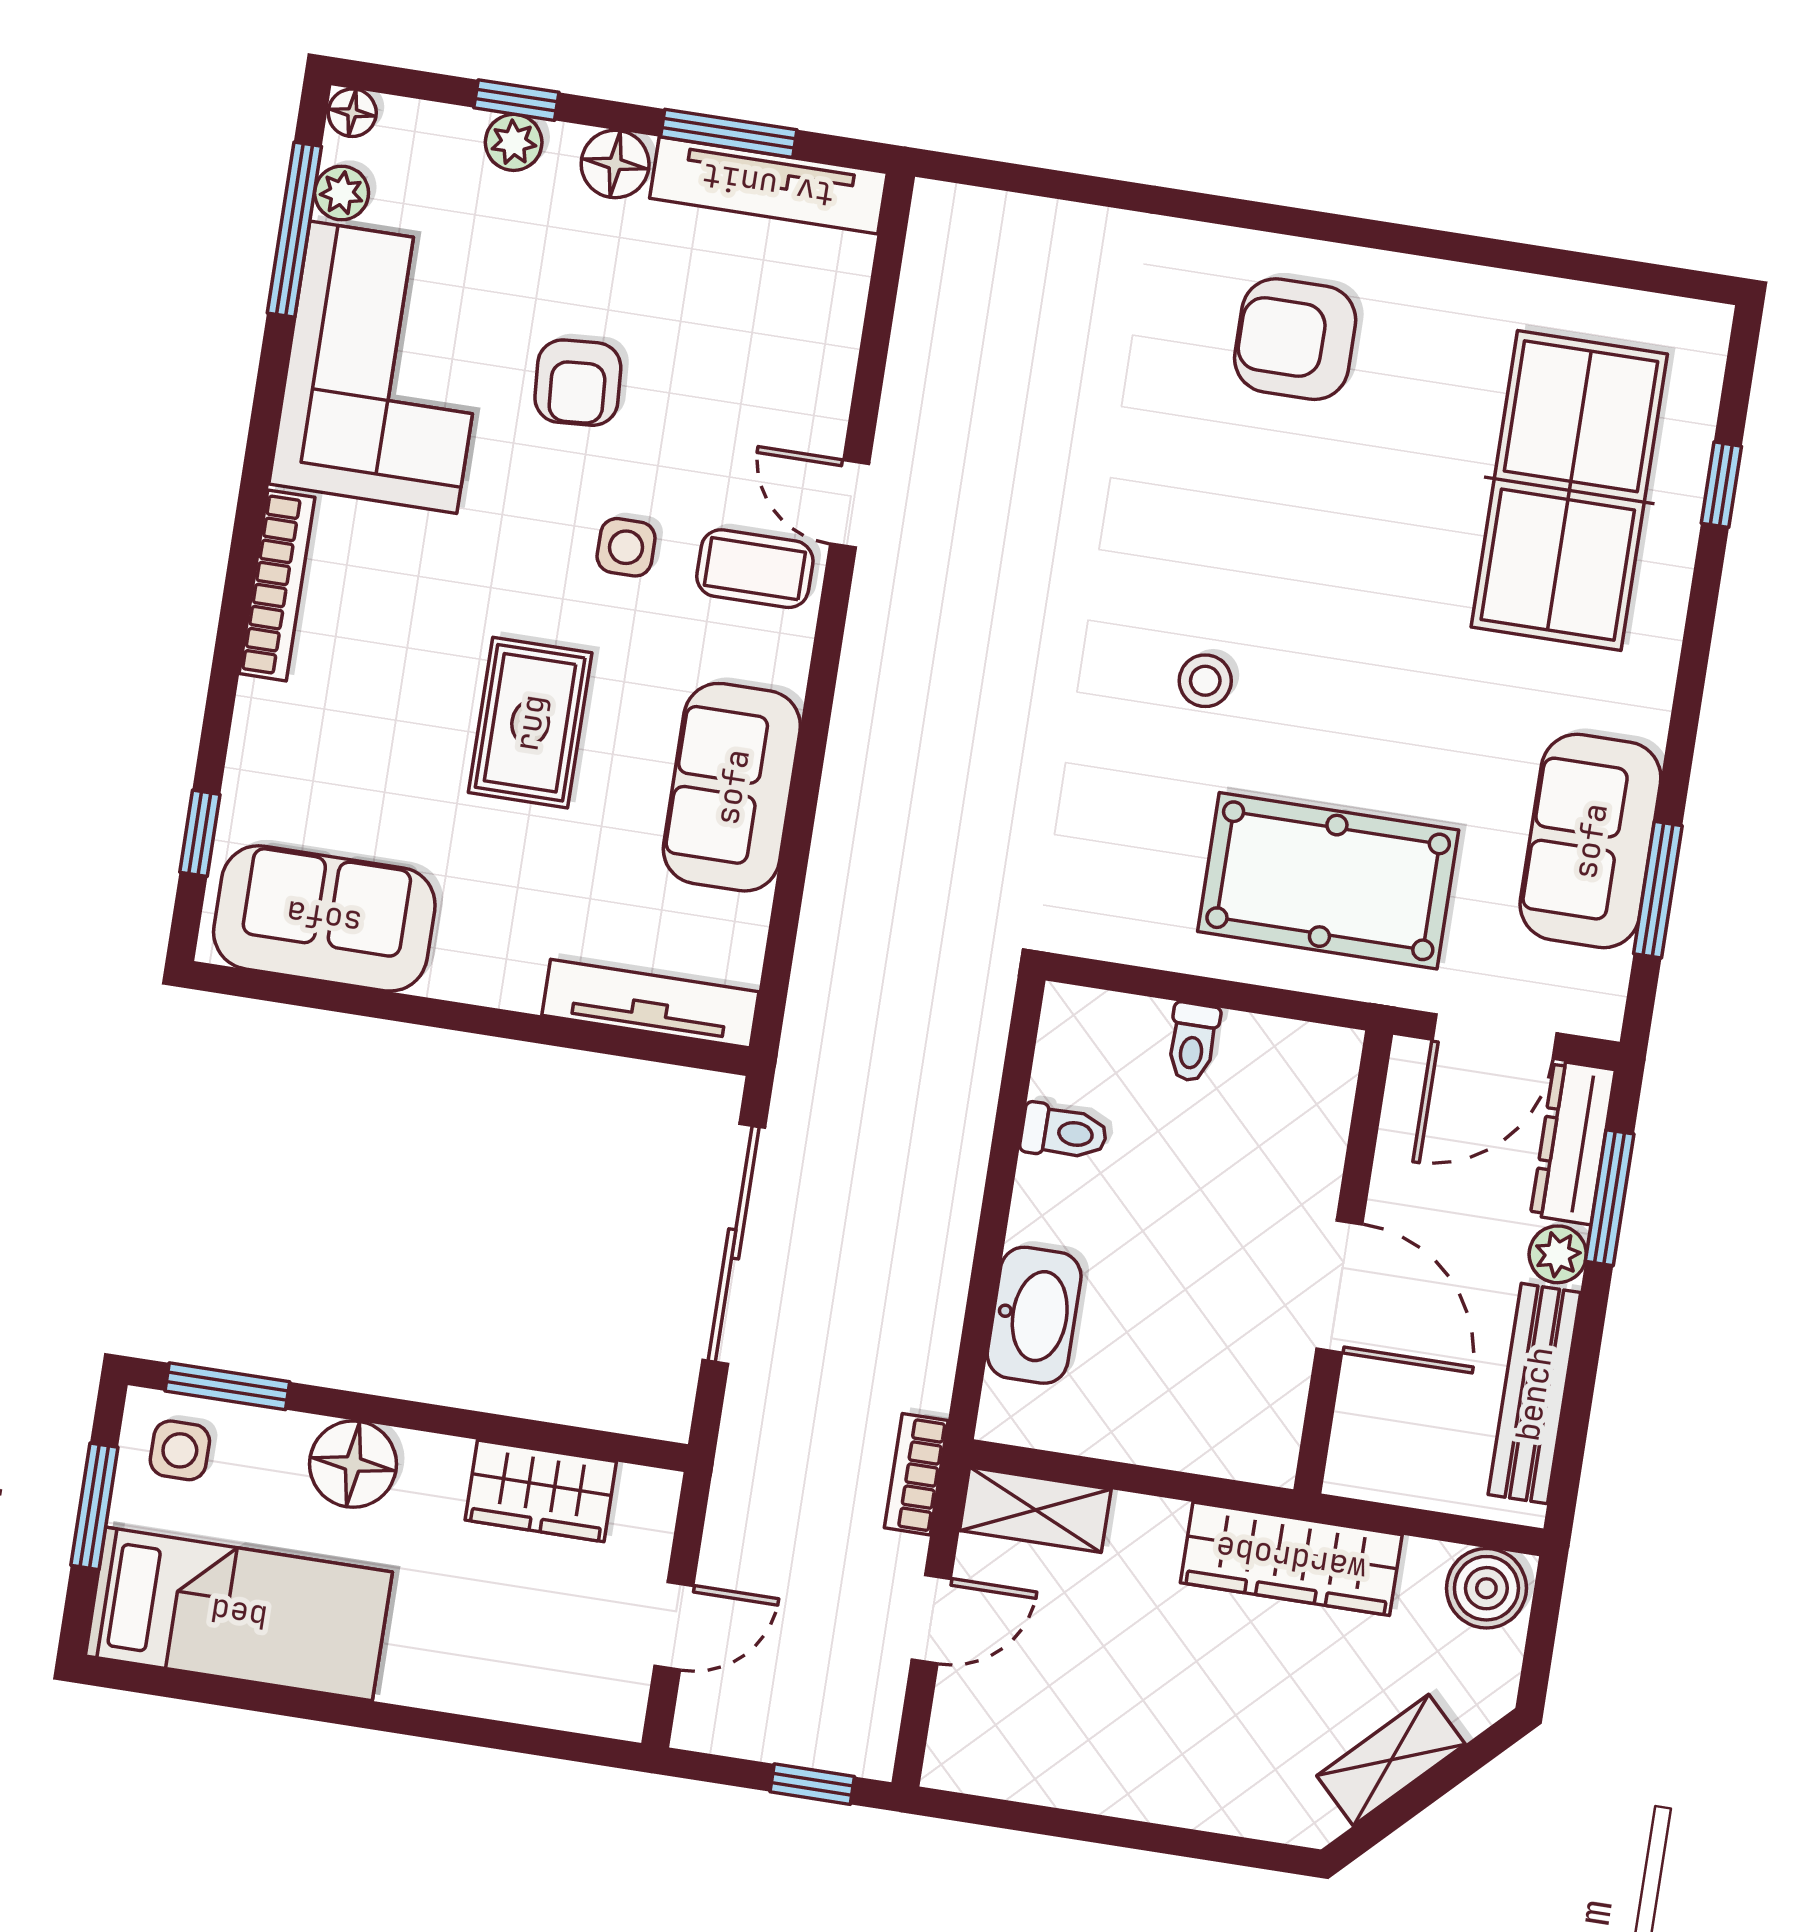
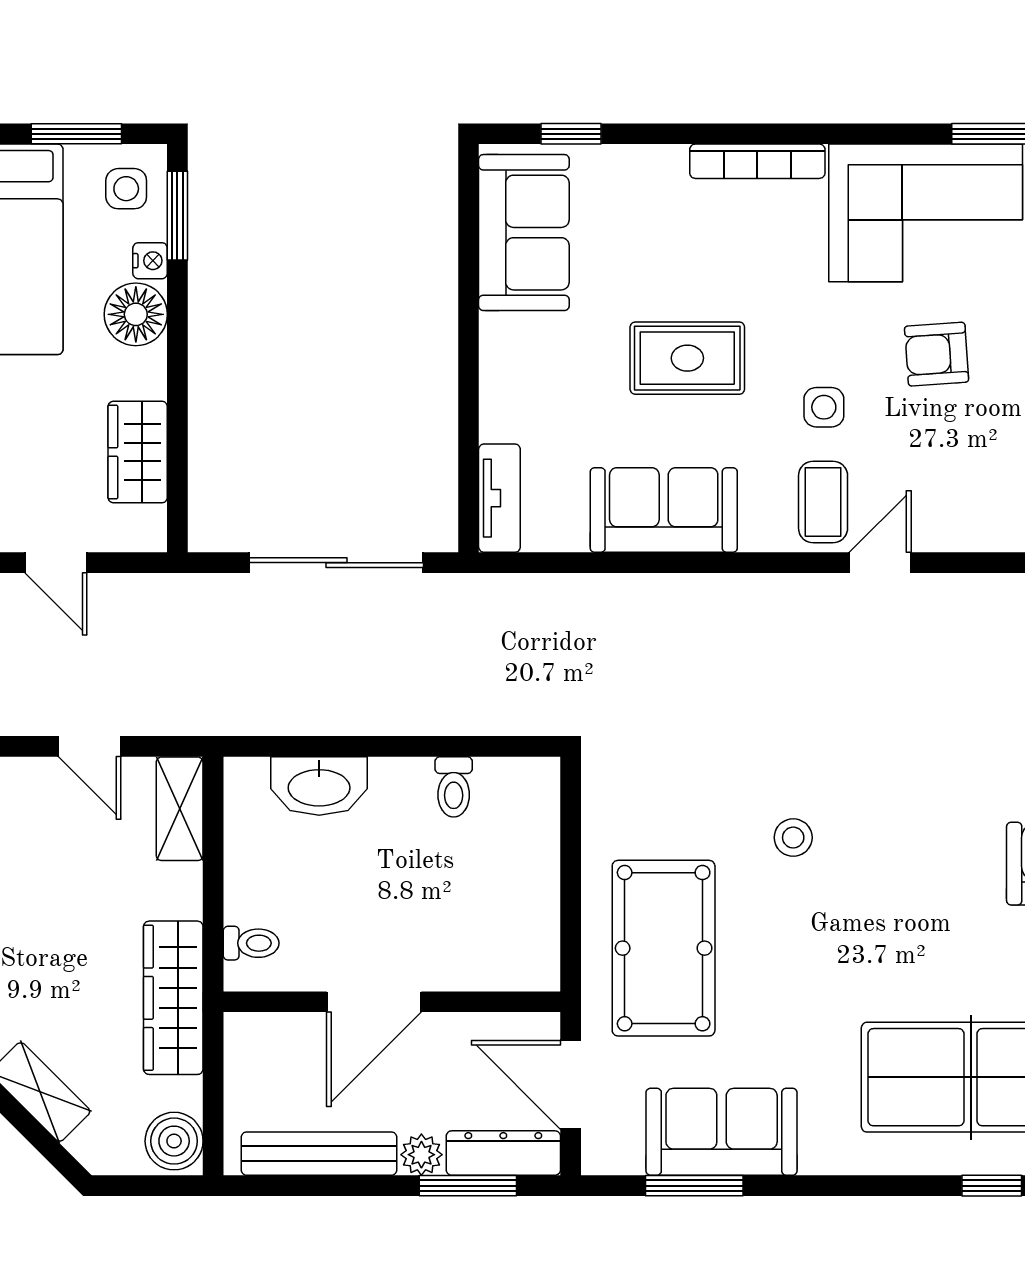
tv unit: (650, 1004) -> (499, 498), width x0.71
toilet: (1193, 1042) -> (251, 943), moved, turned 180
nightstand: (283, 1433) -> (150, 261), added
bookcase: (916, 1474) -> (192, 719), removed

